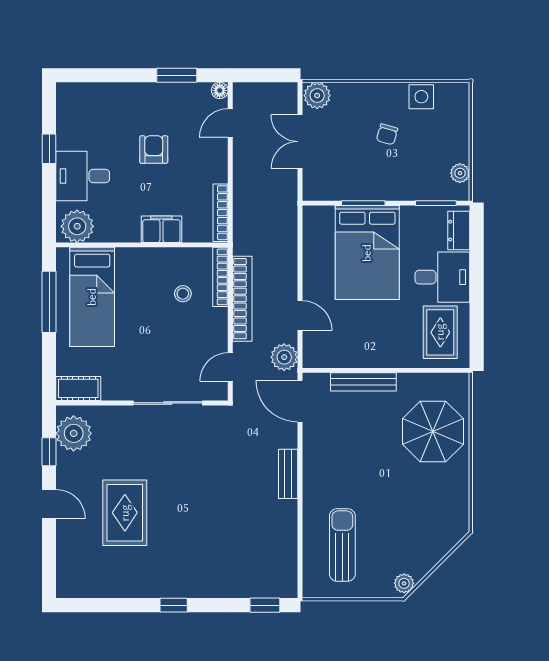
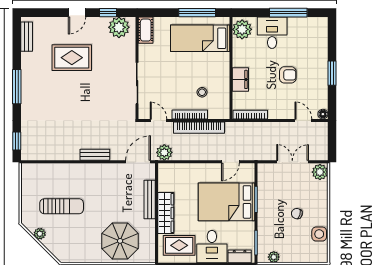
window: (177, 75) -> (332, 73), moved
window: (49, 149) -> (288, 13), width x2.17
bookcase: (220, 277) -> (190, 115), moved
door: (300, 315) -> (230, 162), moved
wardrobe: (386, 355) -> (166, 213), added
sun lounger: (342, 545) -> (62, 206), moved
plant: (404, 583) -> (40, 234), moved
bench: (90, 589) -> (27, 37), added
window: (174, 605) -> (17, 87), width x2.17

